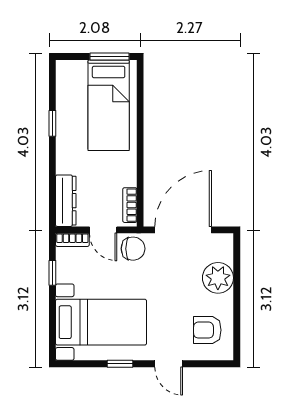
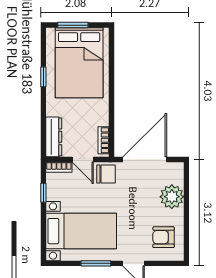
window: (109, 56) -> (73, 25), moved
bed: (109, 105) -> (79, 63), width x1.50
window: (120, 364) -> (96, 263), width x1.50

